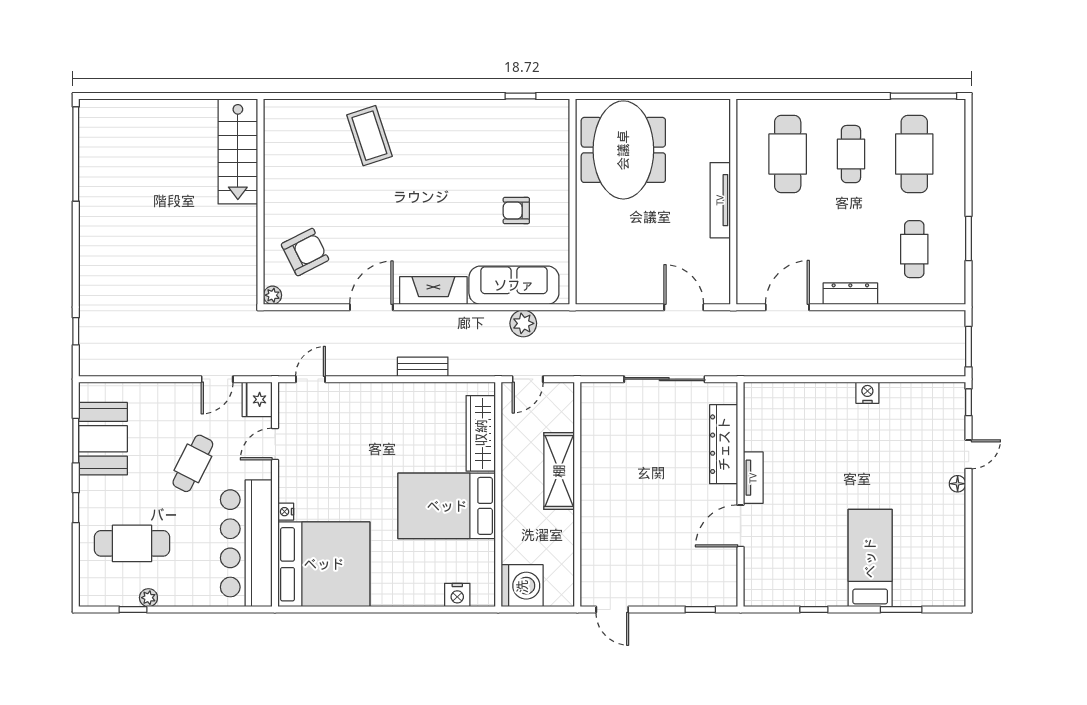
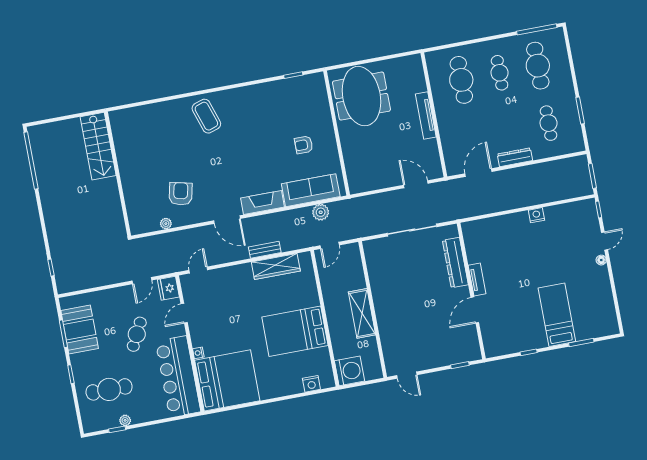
stairs: (238, 151) -> (98, 146), moved
wall: (261, 202) -> (118, 174), moved
armchair: (305, 252) -> (181, 194), turned -50
door: (371, 307) -> (227, 220), swing flipped
wardrobe: (481, 433) -> (276, 266), moved, turned -90
shelving: (559, 471) -> (362, 313), moved

